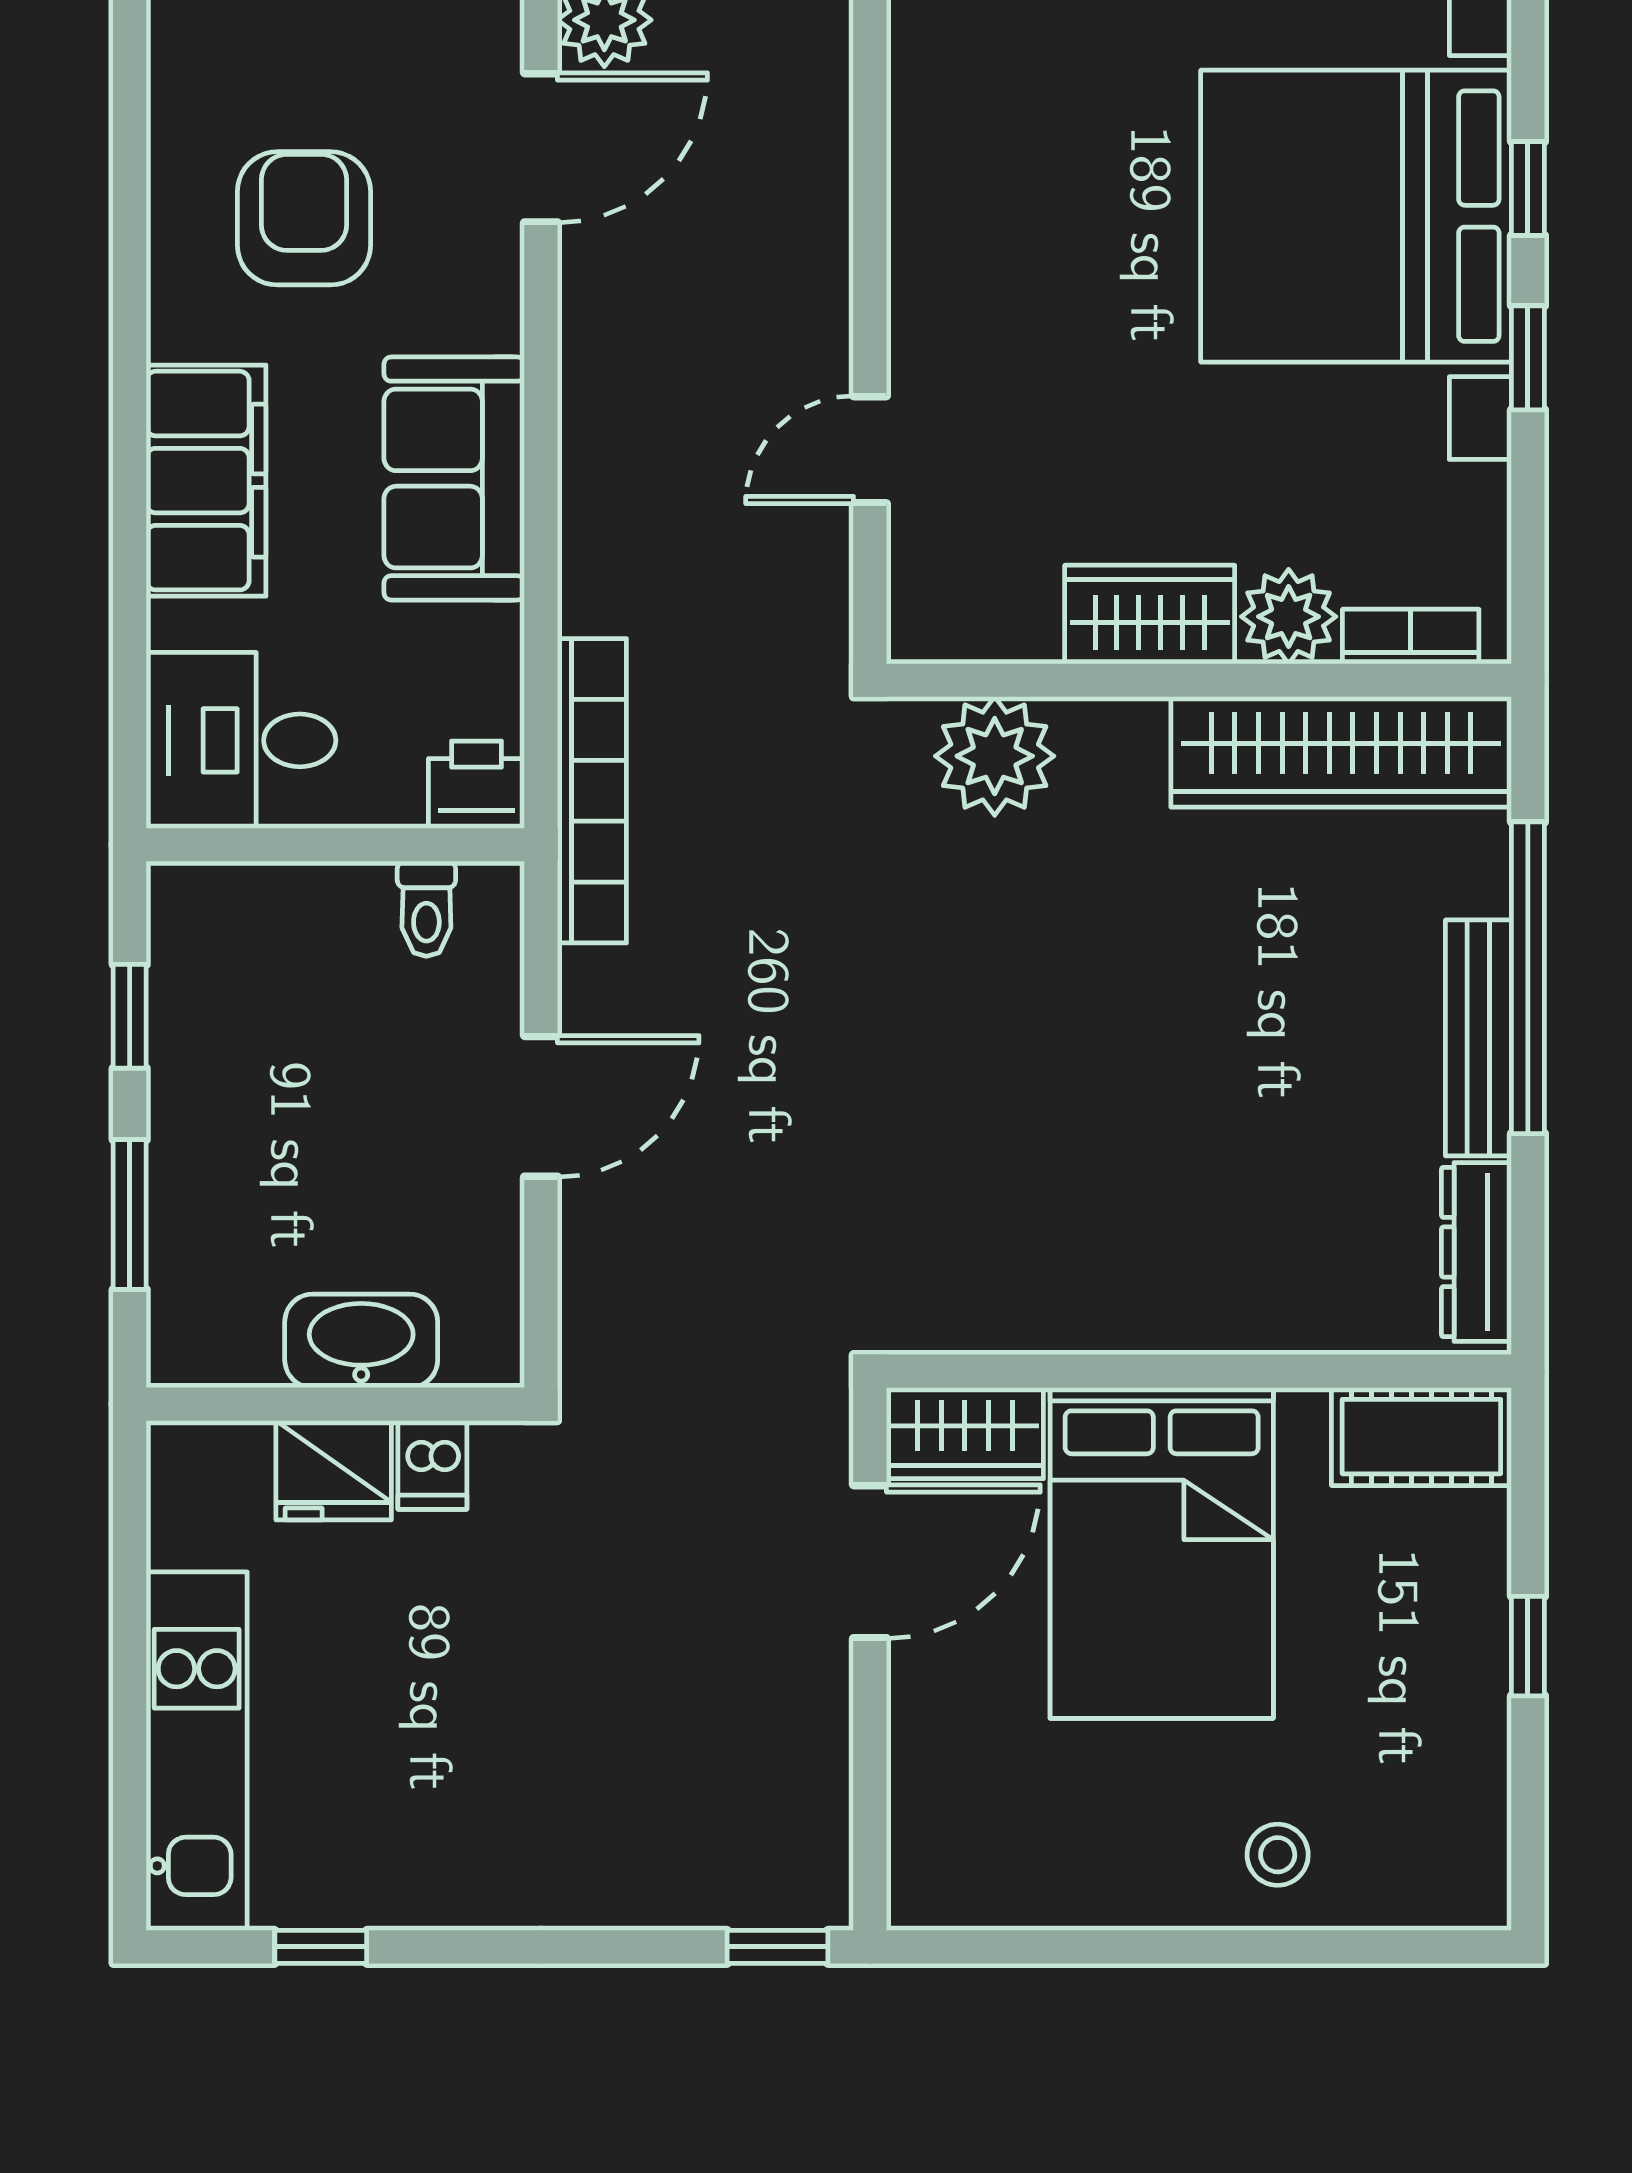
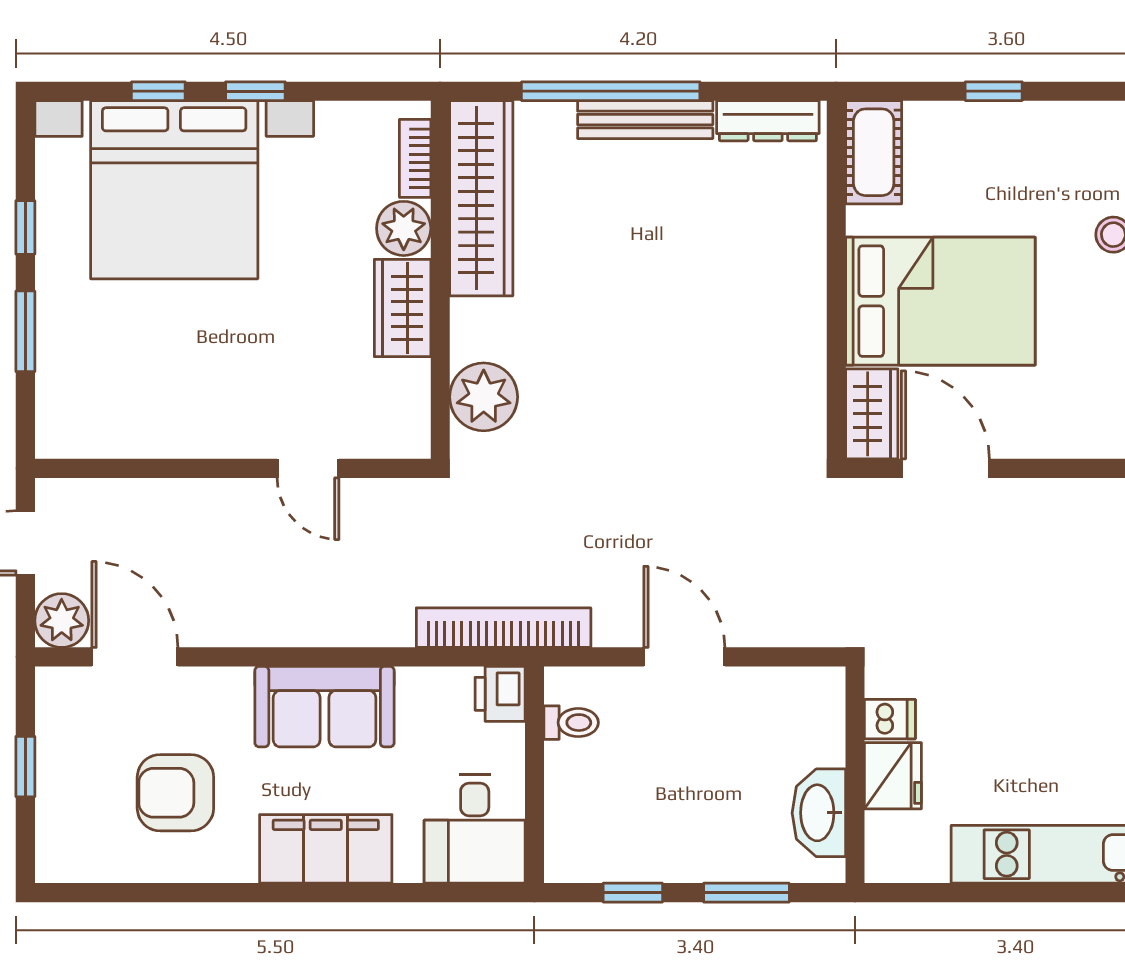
washbasin: (361, 1341) -> (819, 813), moved

